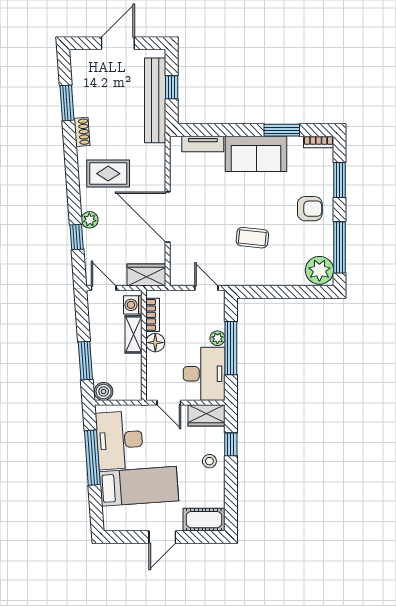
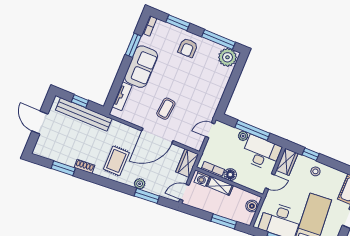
armchair: (310, 209) -> (188, 48), turned 180
window: (77, 237) -> (147, 196), width x1.50
coffee table: (252, 238) -> (166, 109), moved
boiler: (104, 391) -> (252, 206), moved

